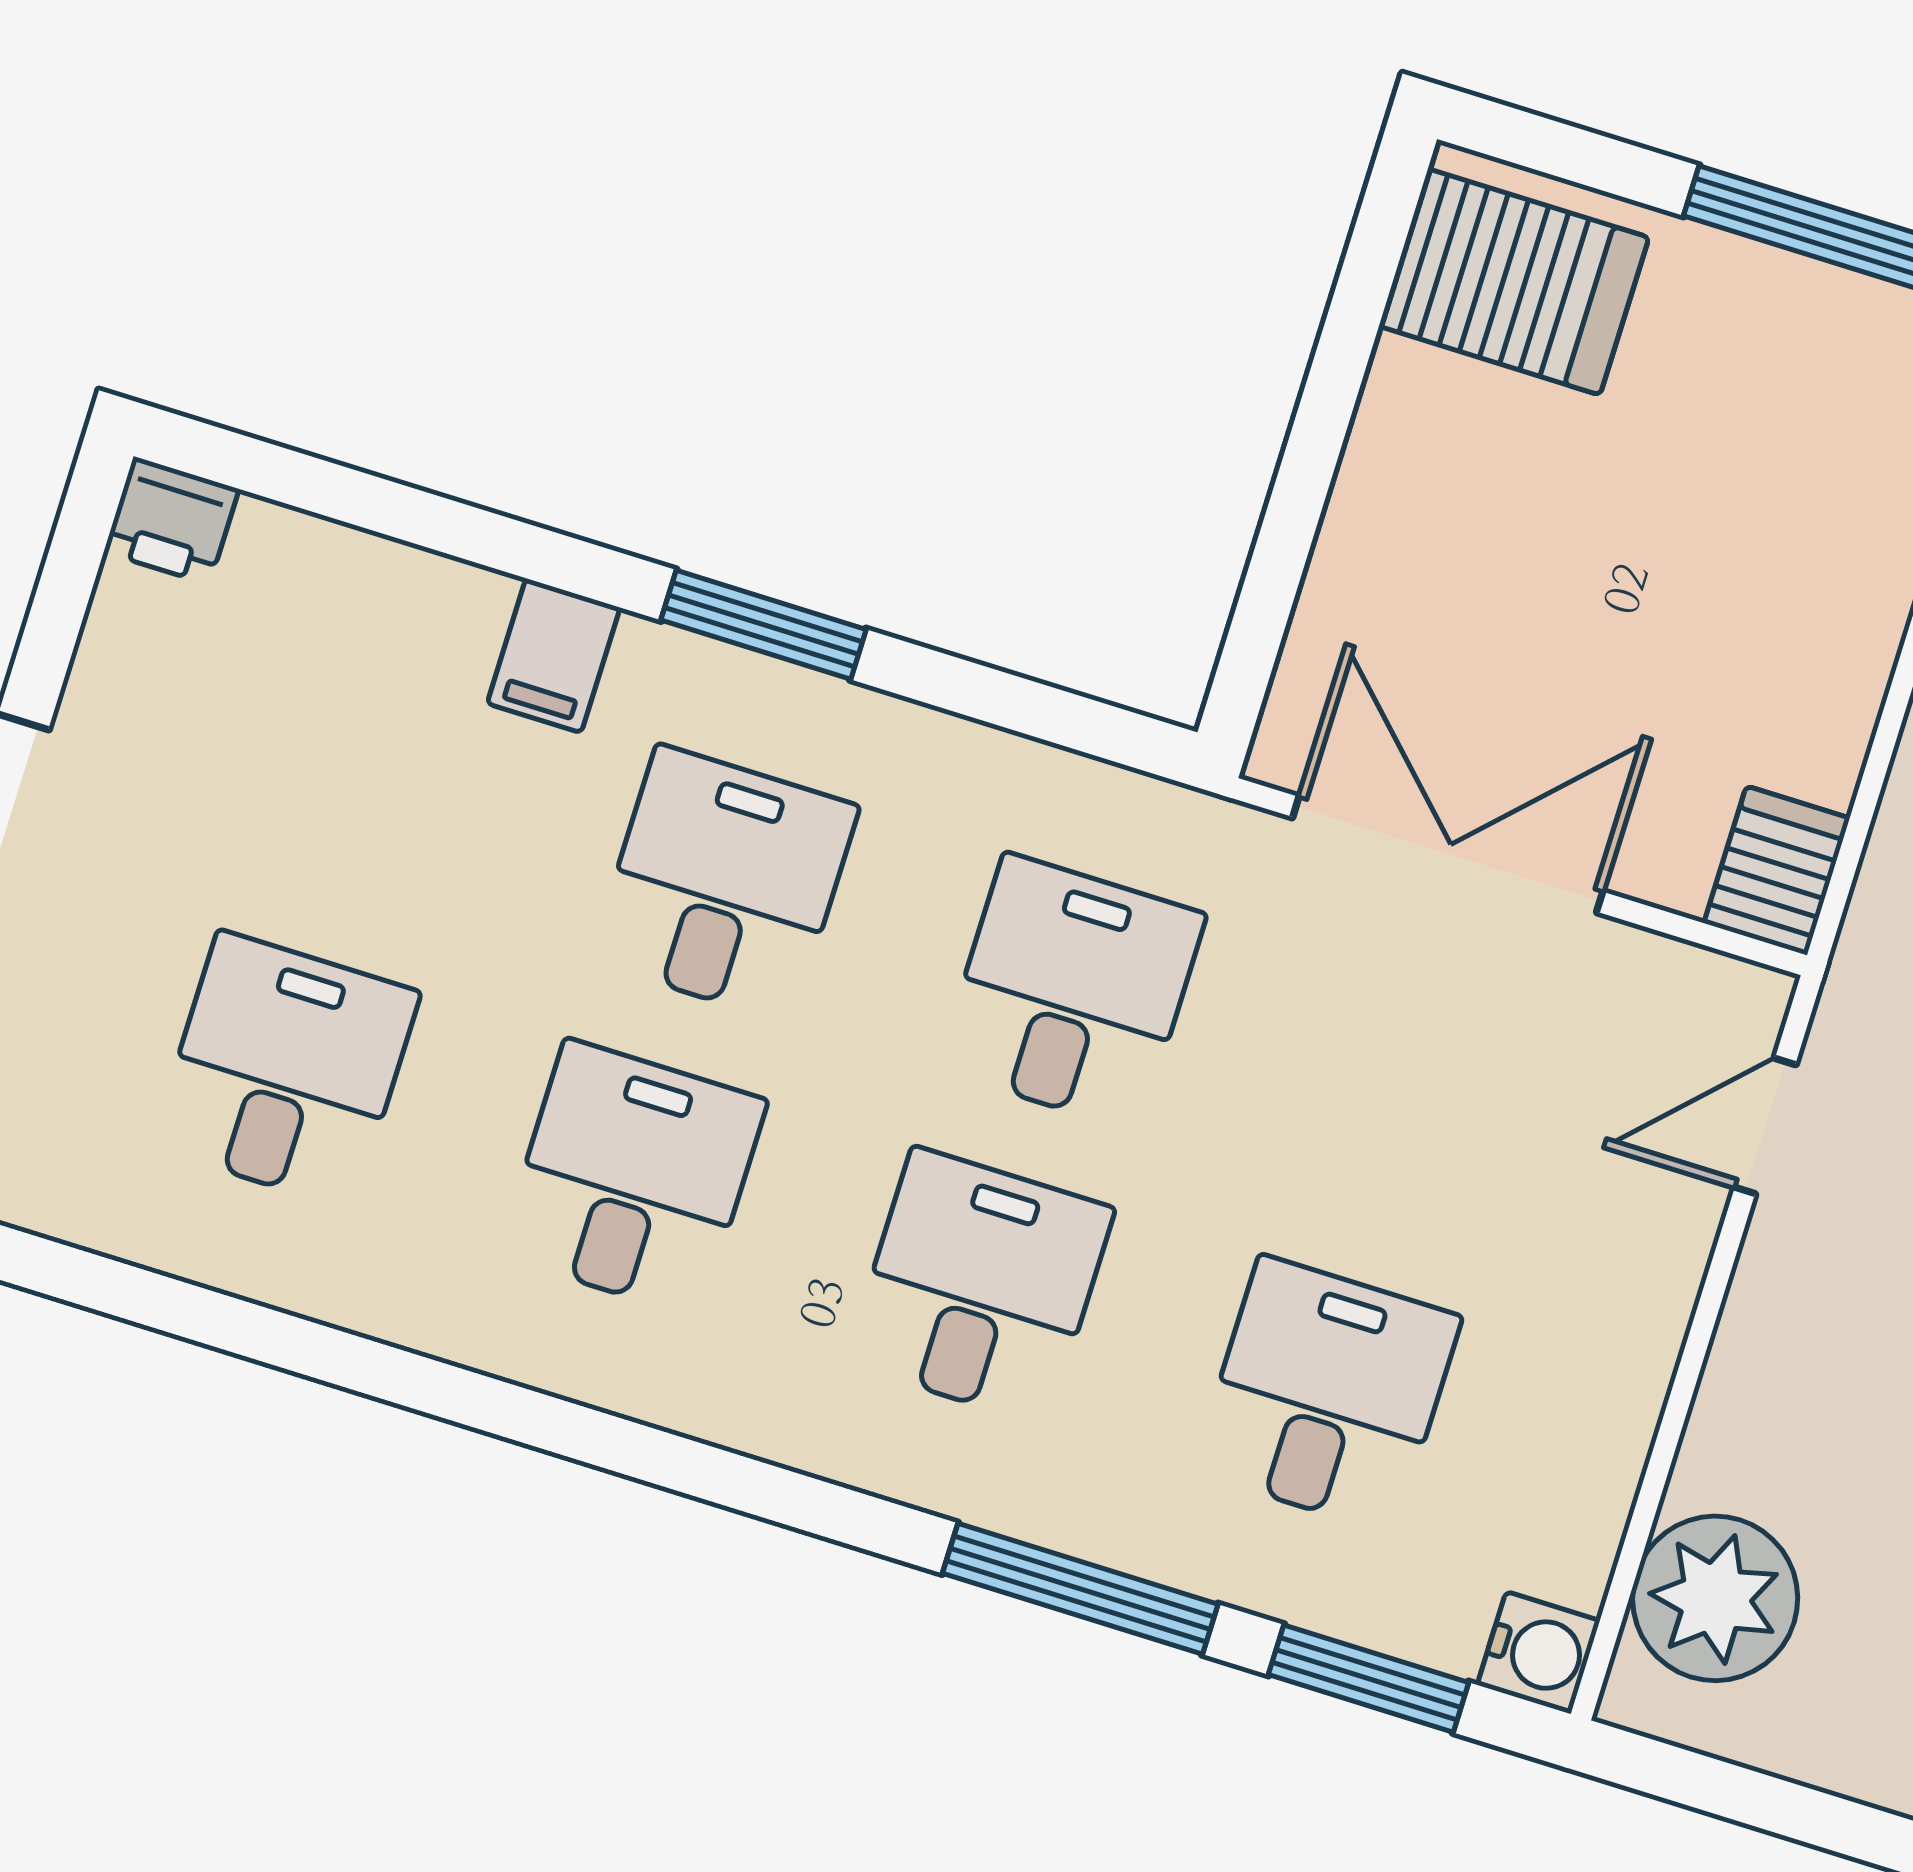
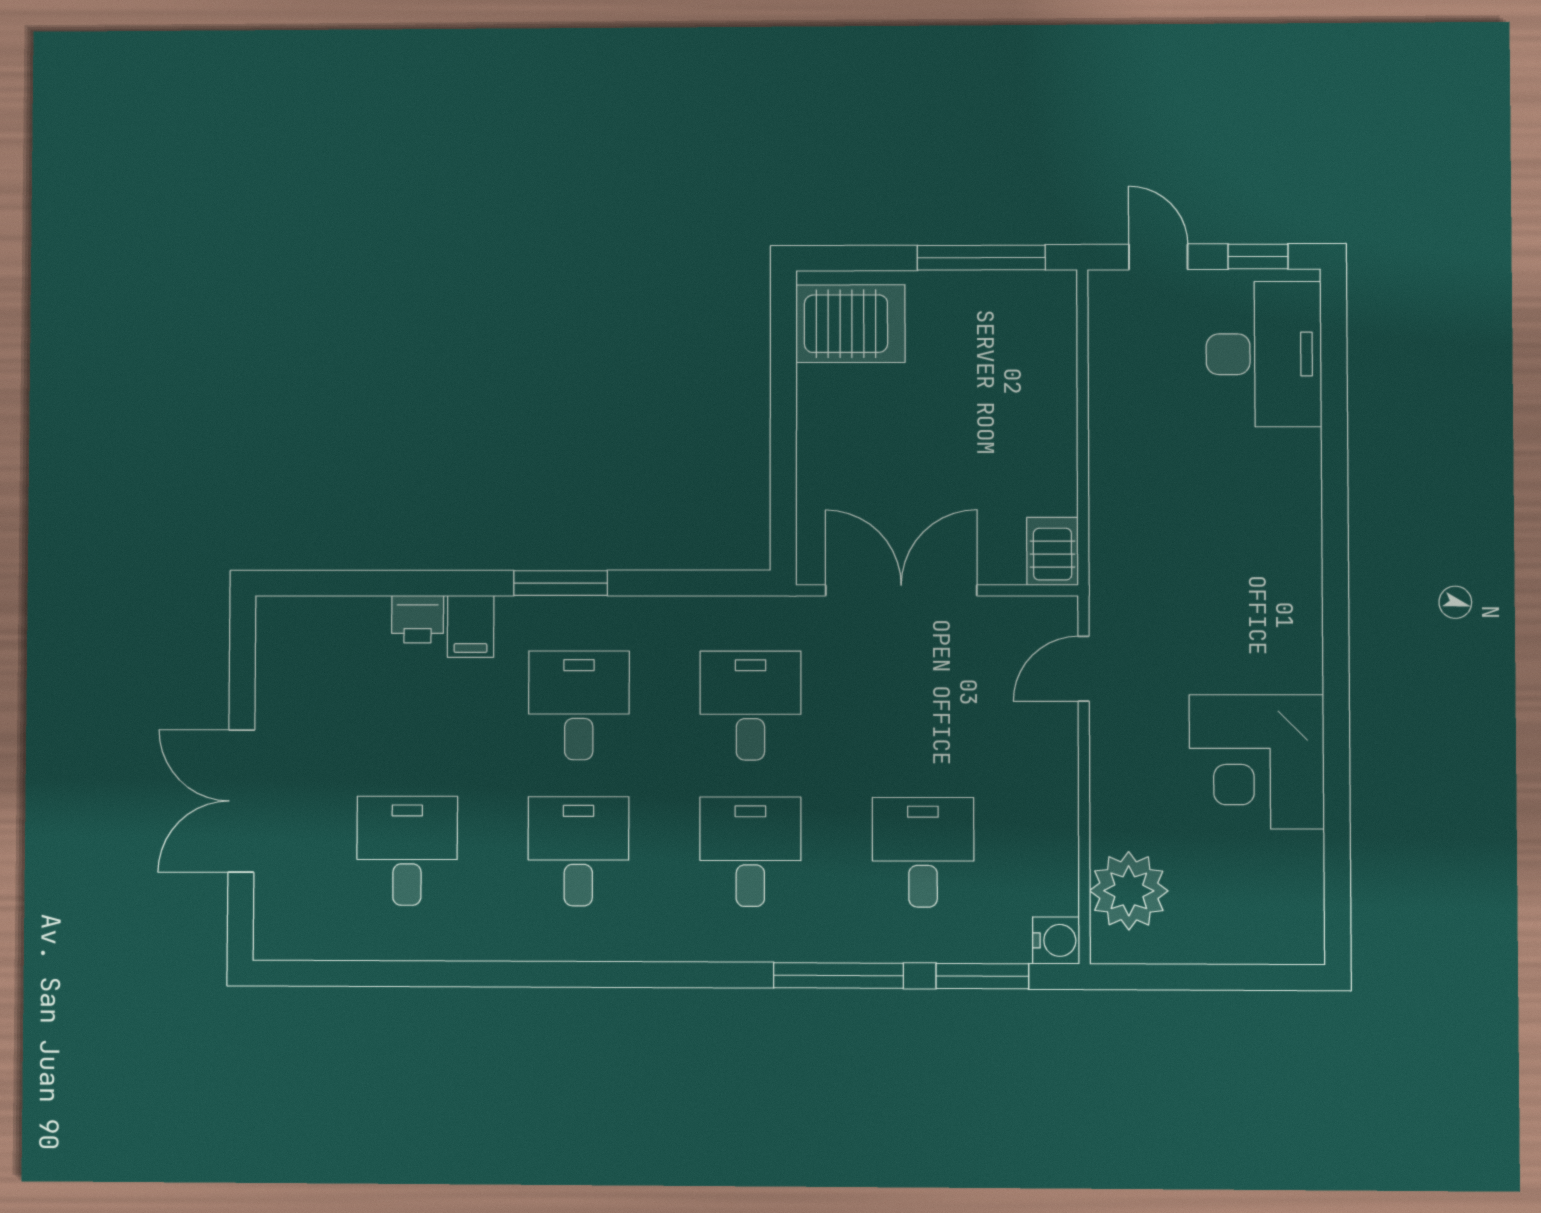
printer: (171, 520) -> (418, 619), moved

